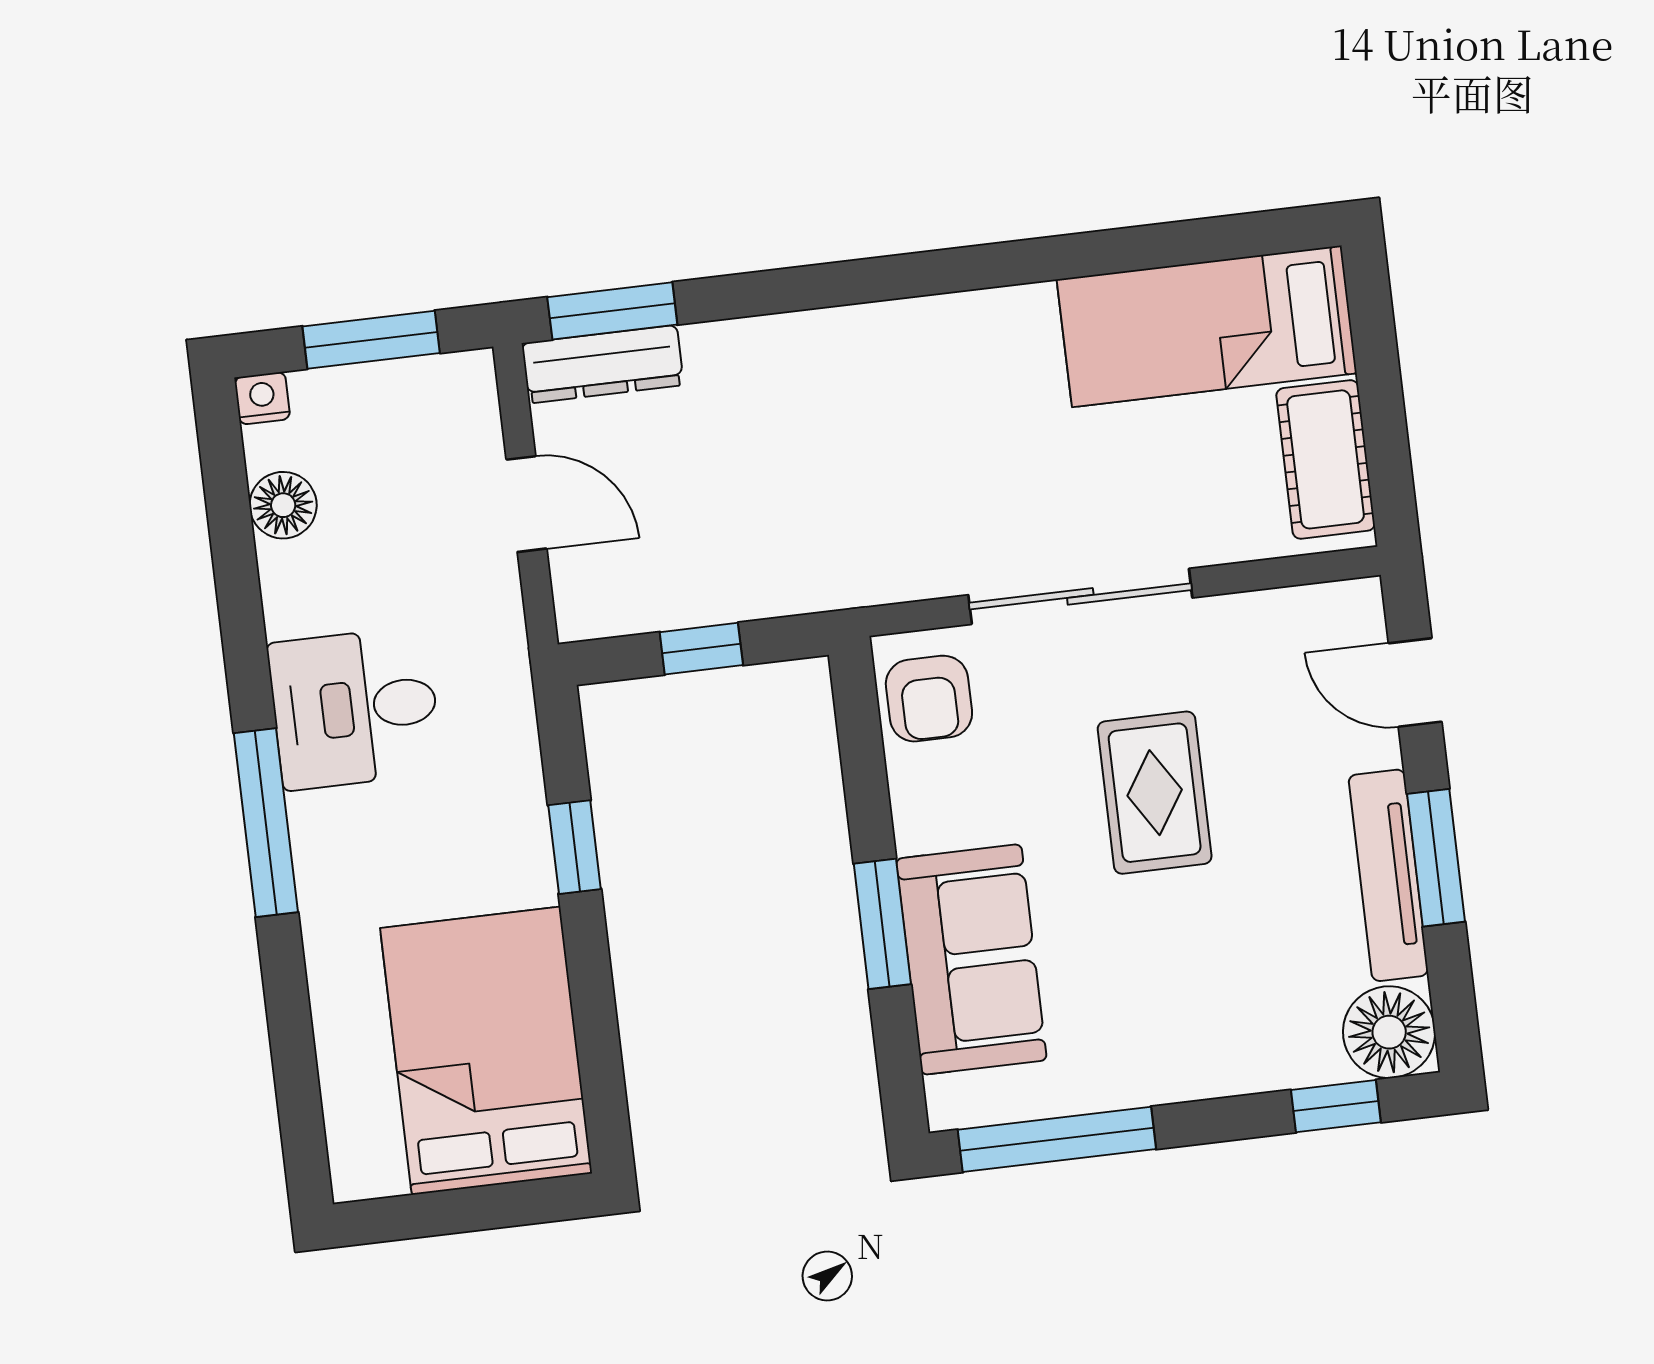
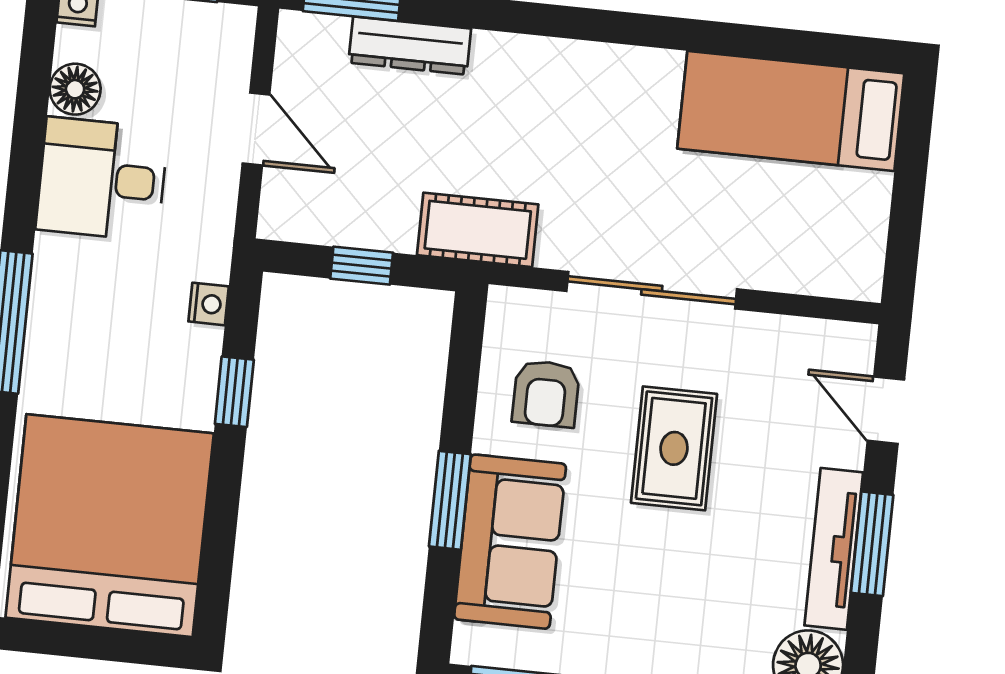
dresser: (603, 364) -> (410, 46), moved
cot: (1326, 459) -> (478, 230), moved, turned 90
armchair: (929, 699) -> (546, 394), moved
desk: (355, 708) -> (102, 179), moved
nightstand: (516, 742) -> (209, 304), added
bed: (486, 1051) -> (110, 526), width x1.36

